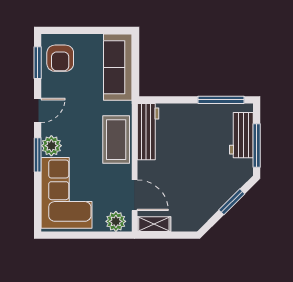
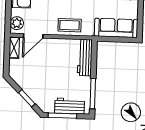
workbench: (148, 132) -> (85, 58), moved, turned 90
coffee table: (116, 140) -> (70, 25), width x0.73, depth x0.76

